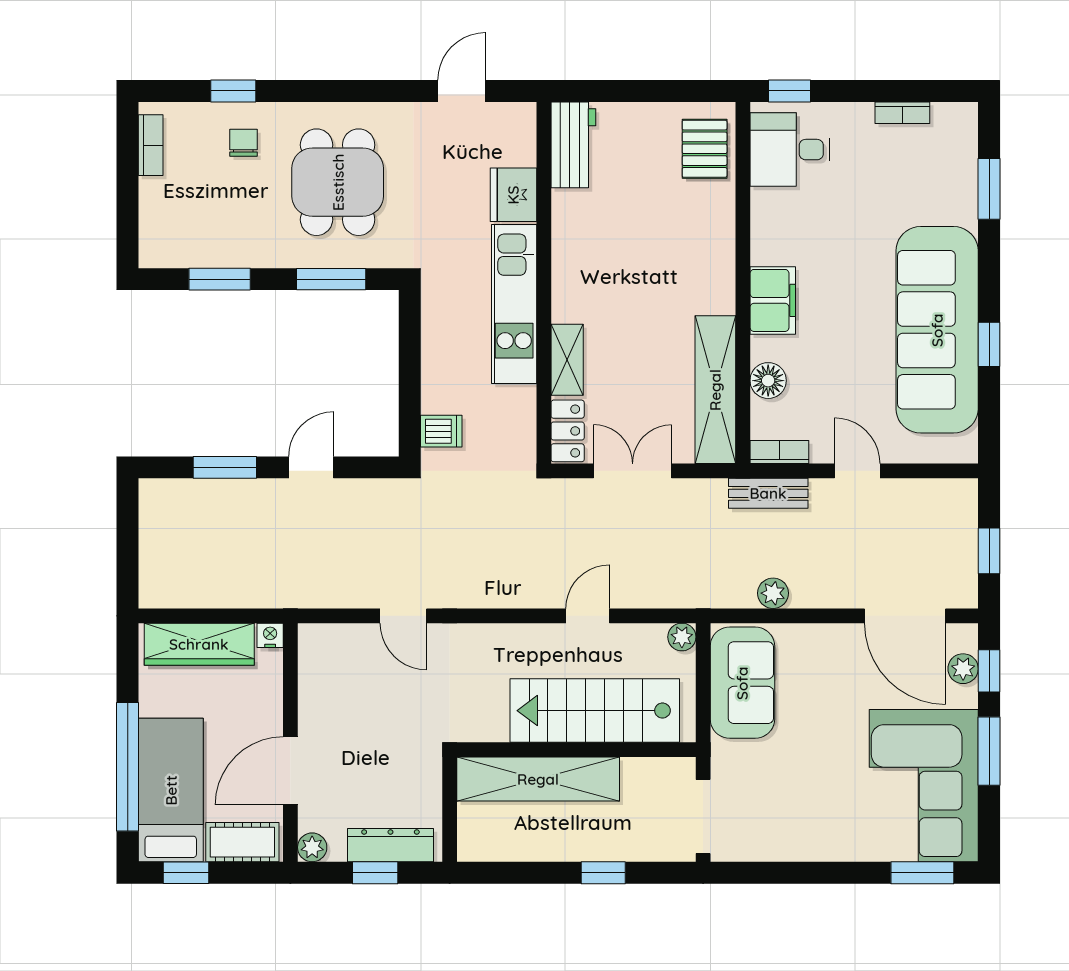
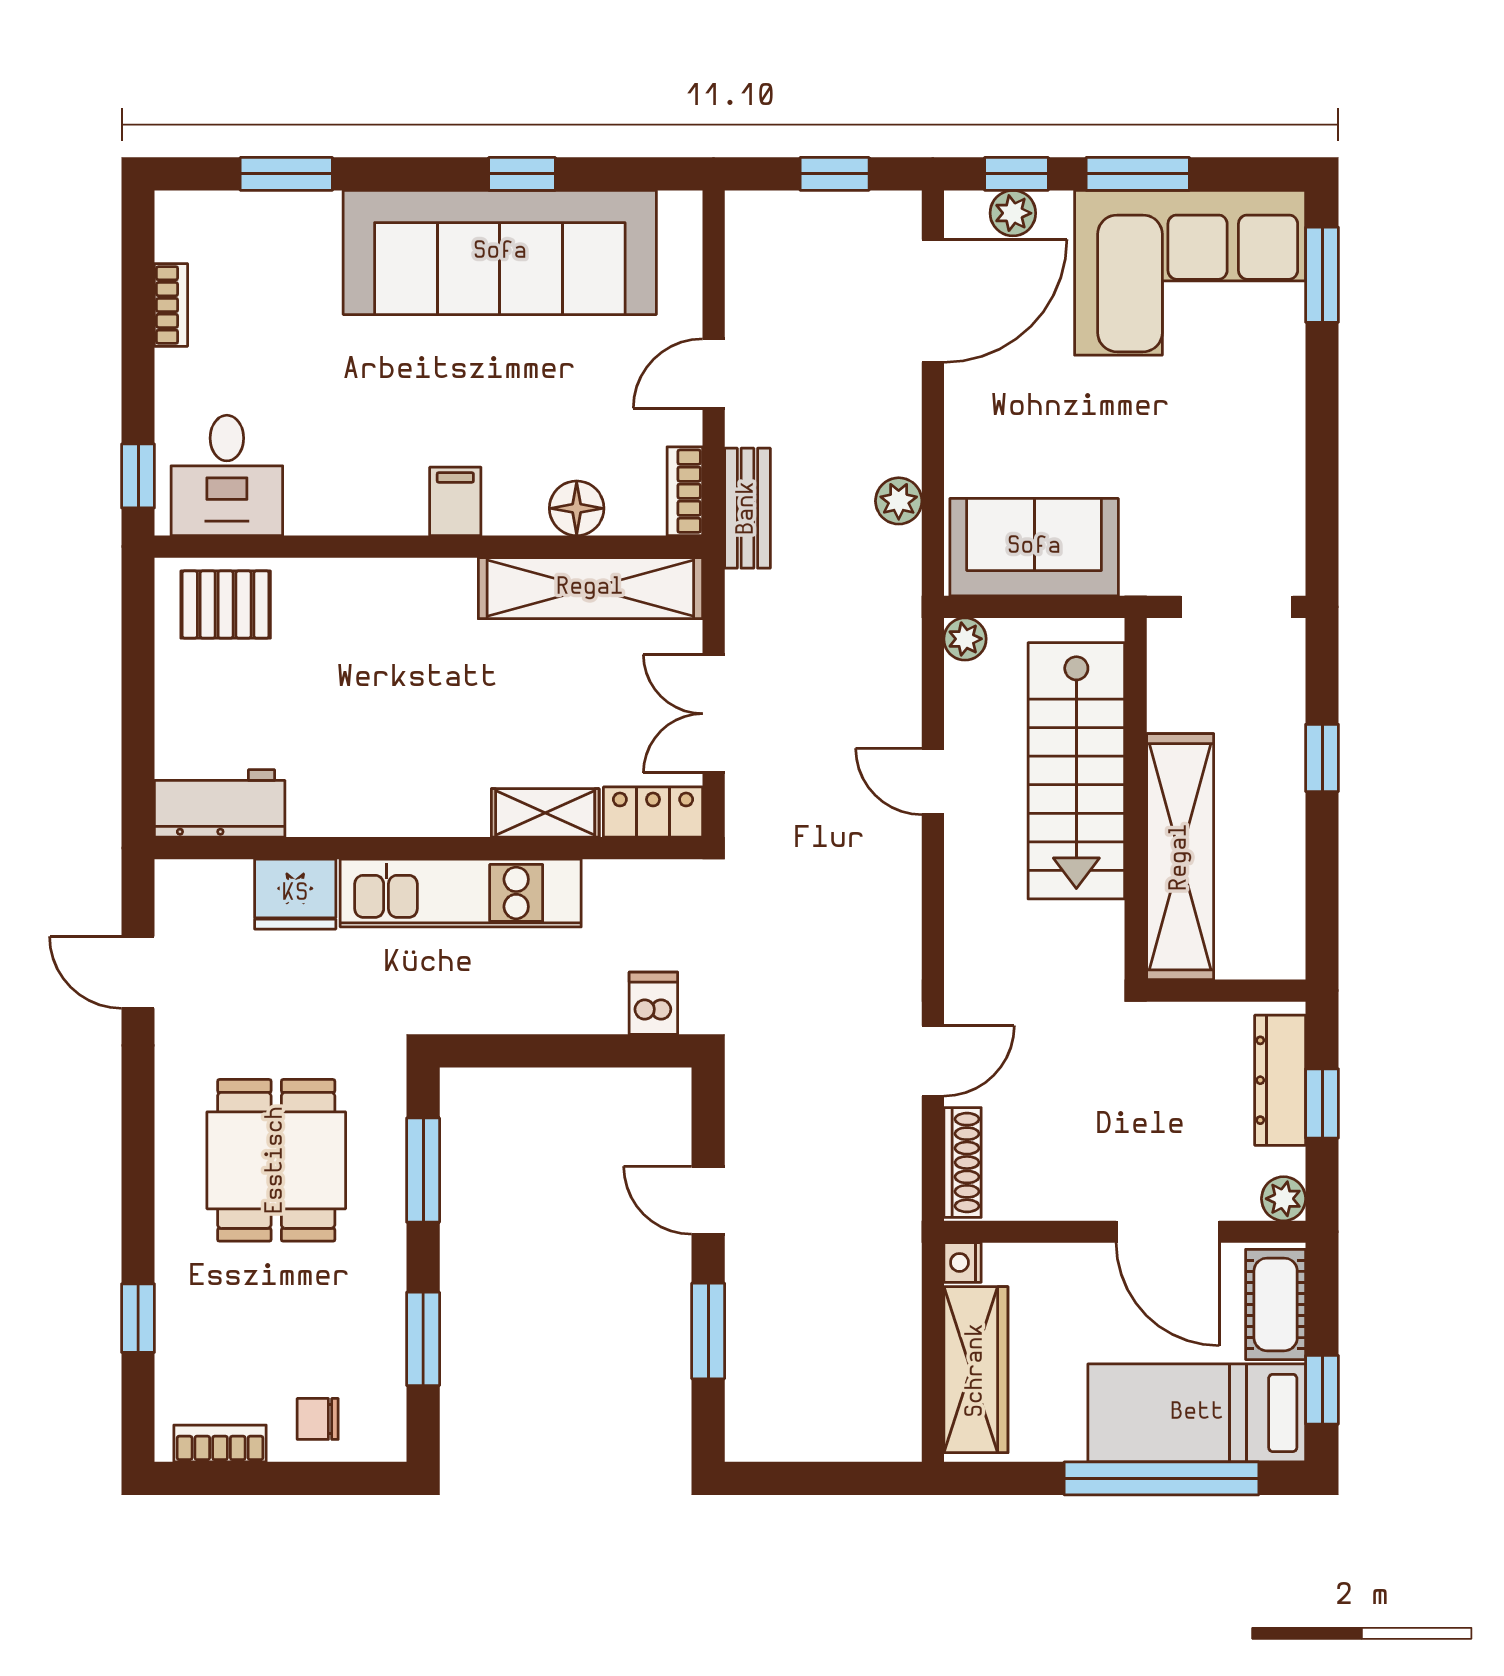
chair: (243, 143) -> (318, 1419), moved
dining table: (338, 182) -> (276, 1160), turned 90
filing cabinet: (773, 300) -> (455, 501), width x0.50
shoe rack: (336, 635) -> (962, 1162), added

